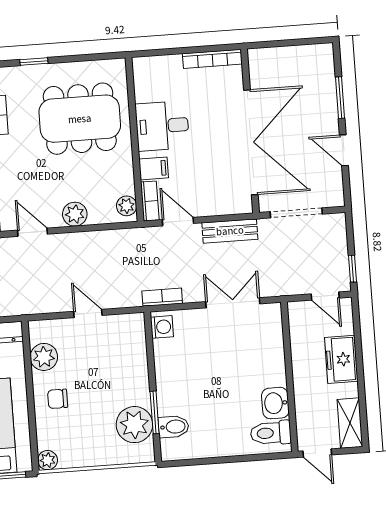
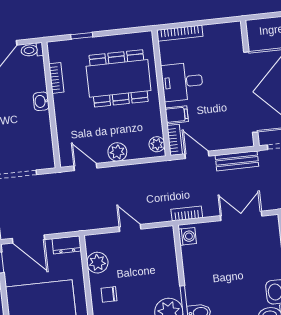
bookcase: (212, 59) -> (180, 33), moved

